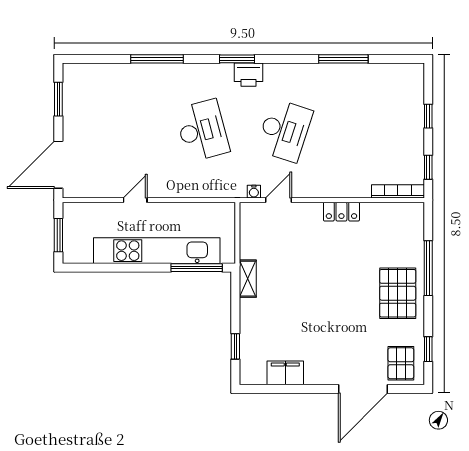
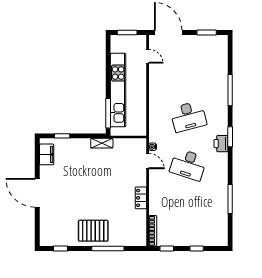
door: (135, 200) -> (148, 56), moved
pallet: (401, 363) -> (52, 233), removed
filing cabinet: (285, 373) -> (47, 154), moved
door: (363, 389) -> (37, 193), moved

